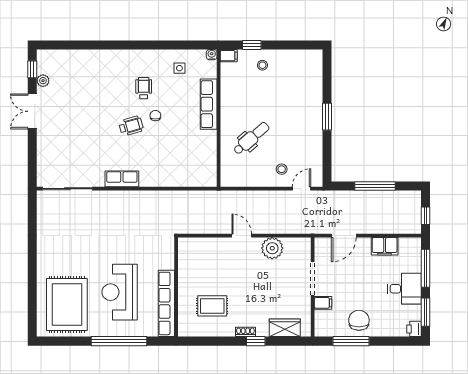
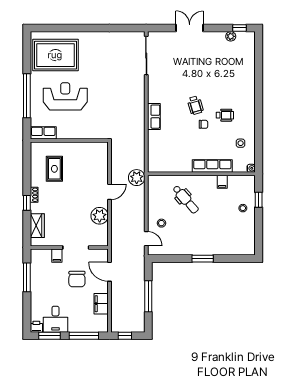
filing cabinet: (229, 56) -> (222, 182), moved
double door: (32, 111) -> (190, 28), moved
row of seats: (122, 179) -> (154, 117), moved
plant: (223, 201) -> (137, 178), added
desk: (404, 289) -> (55, 319), moved
row of seats: (166, 303) -> (43, 133), width x0.50
chair: (359, 320) -> (77, 279), moved, turned 90

